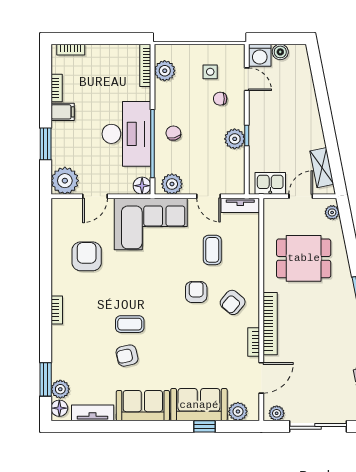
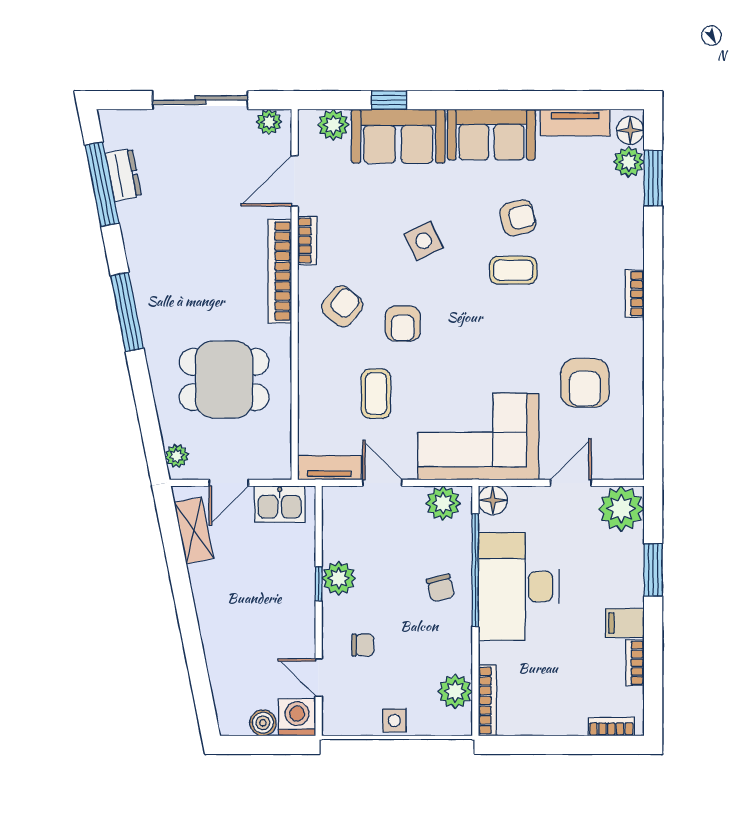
side table: (210, 72) -> (394, 721), moved
side table: (184, 342) -> (424, 241), added

